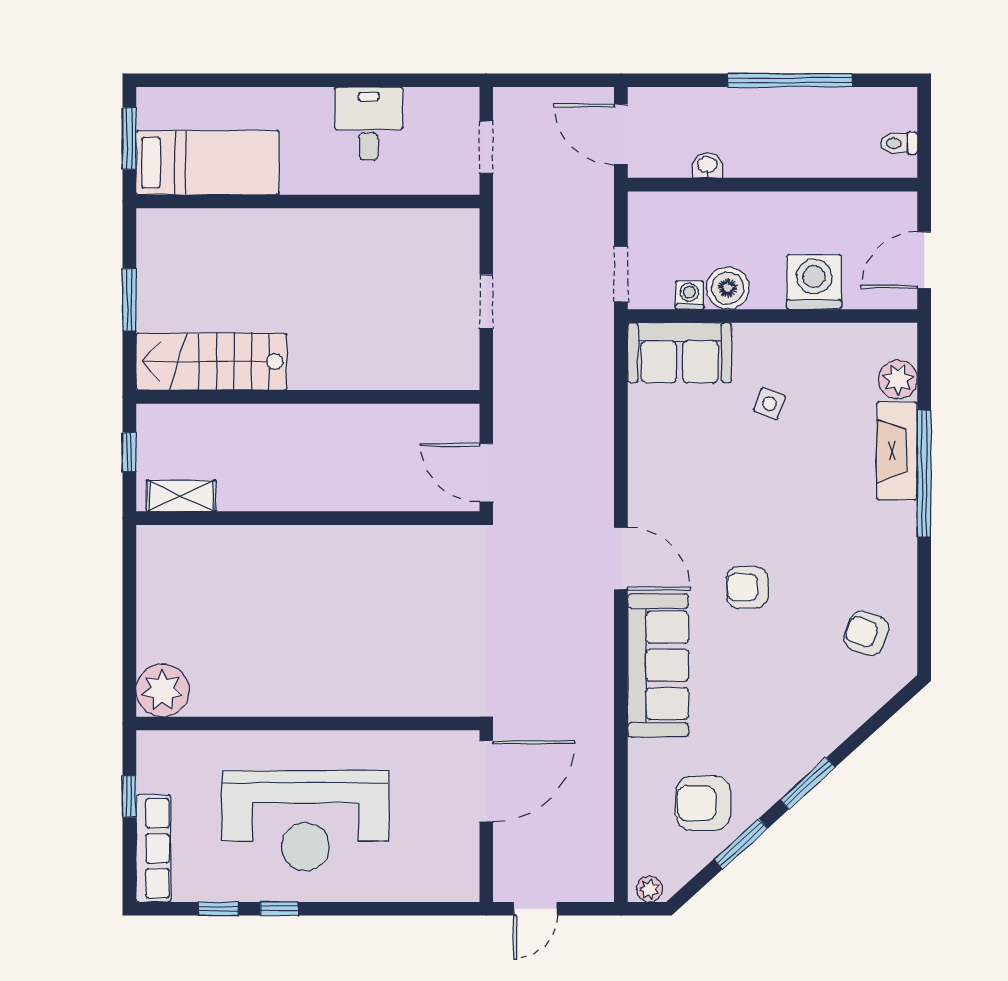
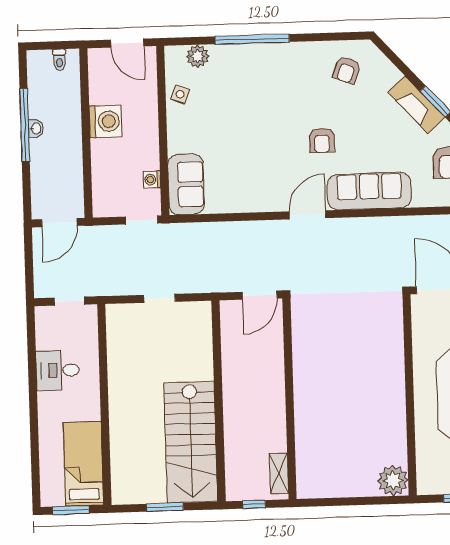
washbasin: (707, 166) -> (36, 128), moved, turned 180
washing machine: (814, 282) -> (106, 121), moved, turned 180
boiler: (728, 288) -> (147, 157), removed
stairs: (211, 362) -> (191, 442), width x1.36, depth x1.51
side table: (770, 404) -> (180, 94), moved
fireplace: (897, 451) -> (416, 105), moved, turned 48

